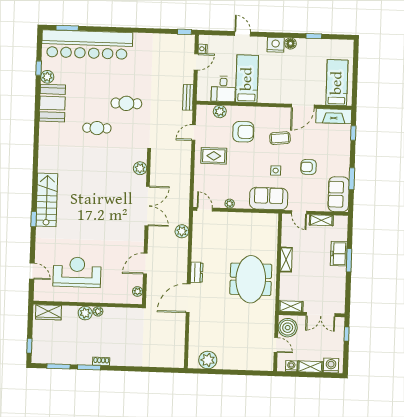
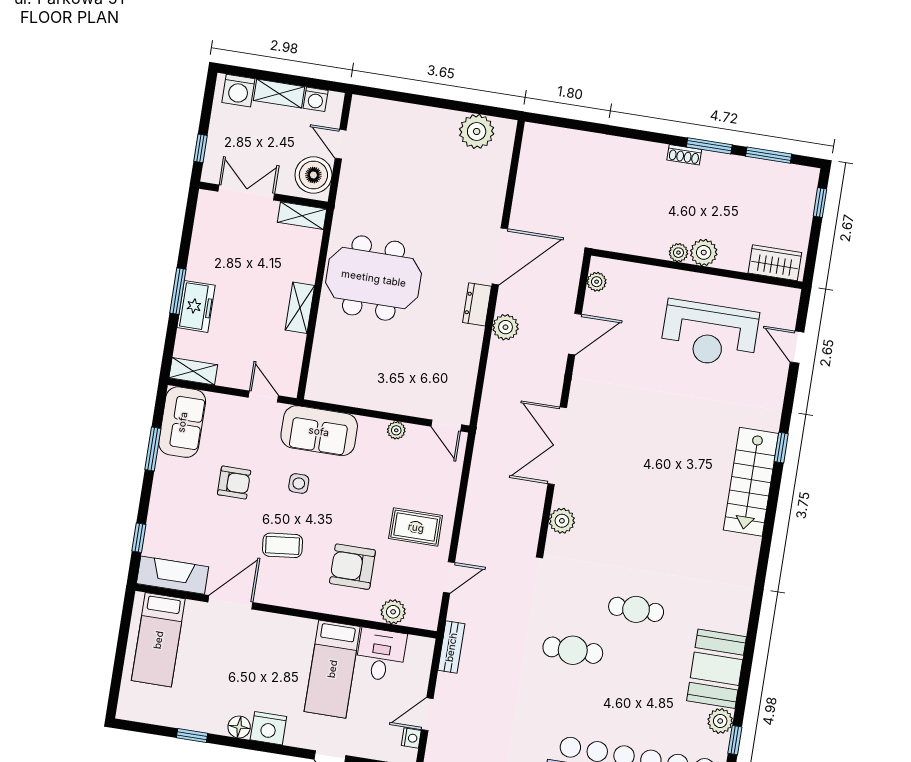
shelving: (321, 220) -> (193, 371), moved
plant: (182, 231) -> (506, 327), moved
meeting table: (251, 279) -> (374, 278), turned 90

